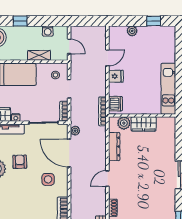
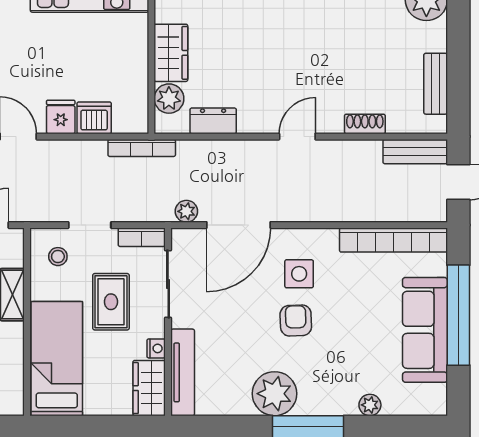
rug: (36, 98) -> (111, 302), added
dishwasher: (115, 104) -> (94, 118), moved
dresser: (114, 147) -> (213, 121), width x0.70
armchair: (20, 162) -> (296, 320), moved, turned 90
door: (107, 179) -> (297, 137), swing flipped

